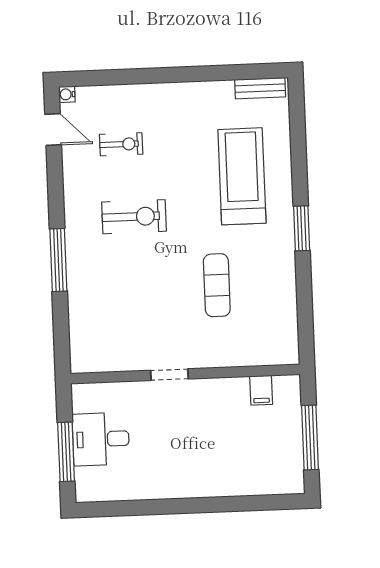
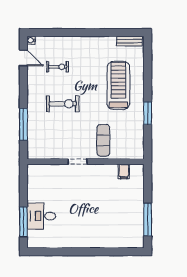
wall: (185, 374) -> (86, 162), moved
doorway: (169, 375) -> (78, 162), moved
filing cabinet: (261, 390) -> (124, 171), moved

